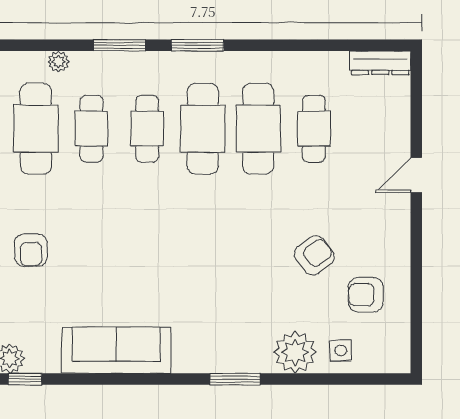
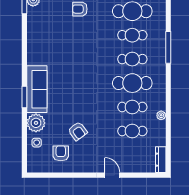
window: (120, 45) -> (168, 47), width x1.44
window: (198, 45) -> (168, 81), removed
plant: (59, 62) -> (161, 115), moved
cafe table: (258, 129) -> (132, 107), width x0.73, depth x0.74
sofa: (116, 350) -> (37, 89), moved

